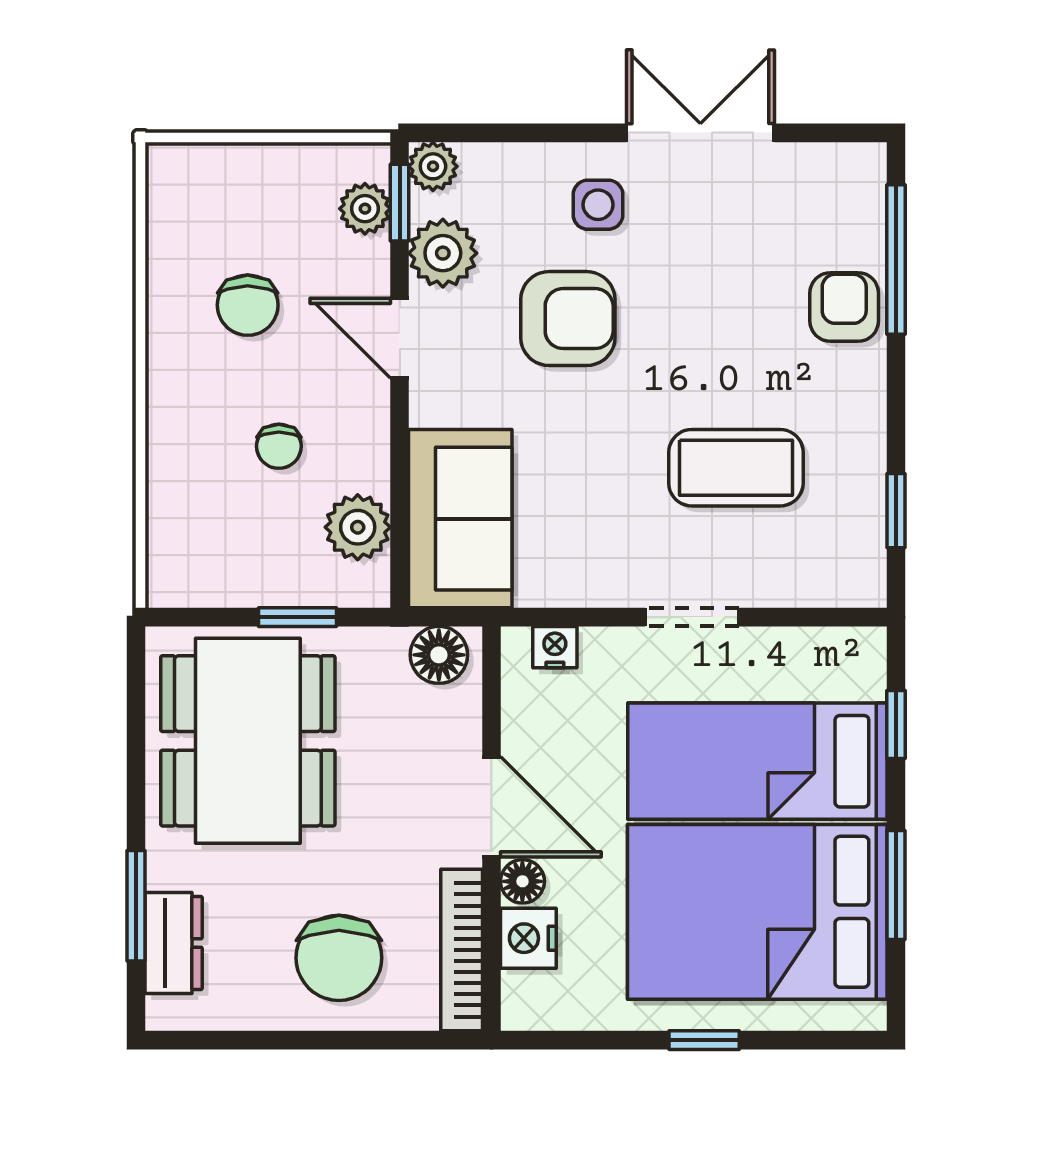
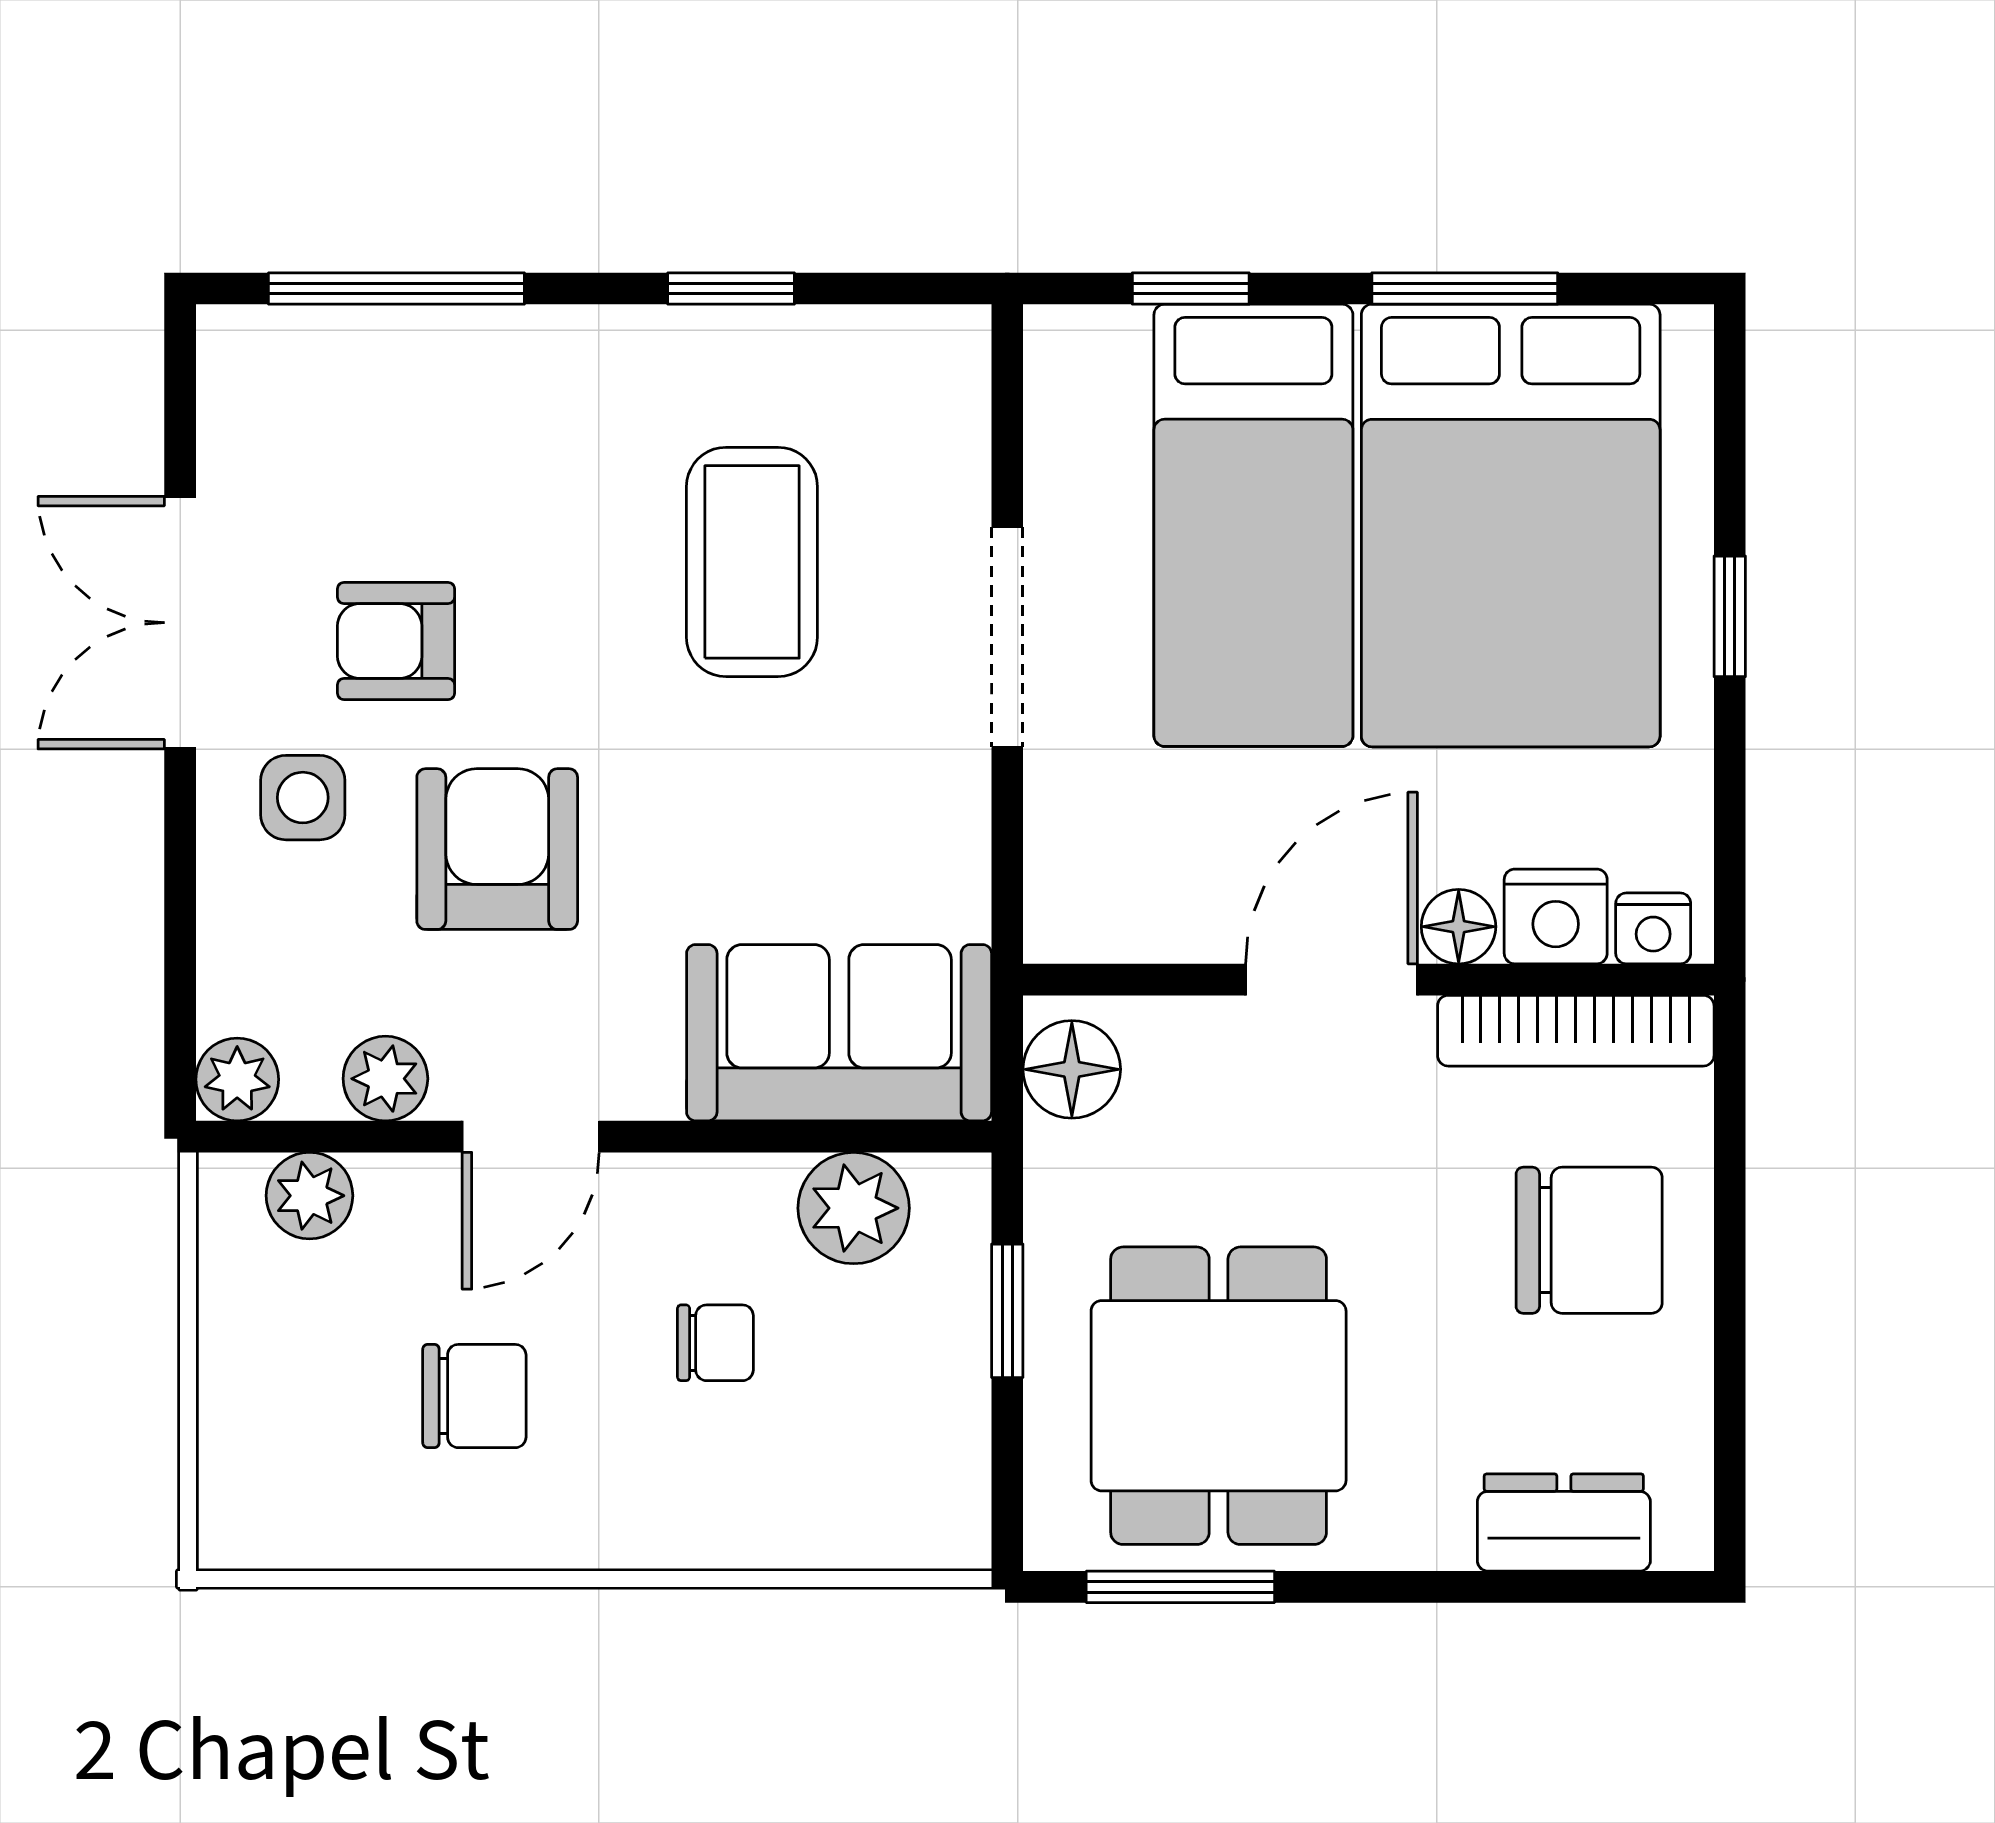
window: (400, 203) -> (299, 1137), removed
plant: (443, 253) -> (385, 1079), width x0.73, depth x0.73
armchair: (844, 307) -> (396, 641), moved
window: (896, 511) -> (731, 288), moved
doorway: (692, 617) -> (1007, 637), width x1.38
nightstand: (555, 647) -> (1653, 928), moved, turned -90
dining table: (248, 741) -> (1219, 1396), width x0.73
window: (136, 906) -> (1180, 1587), moved

